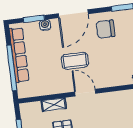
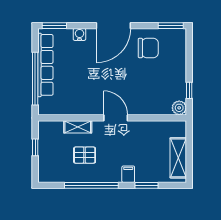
window: (34, 19) -> (54, 26), moved
chair: (106, 29) -> (148, 48), turned 180
coffee table: (75, 61) -> (108, 80), removed

